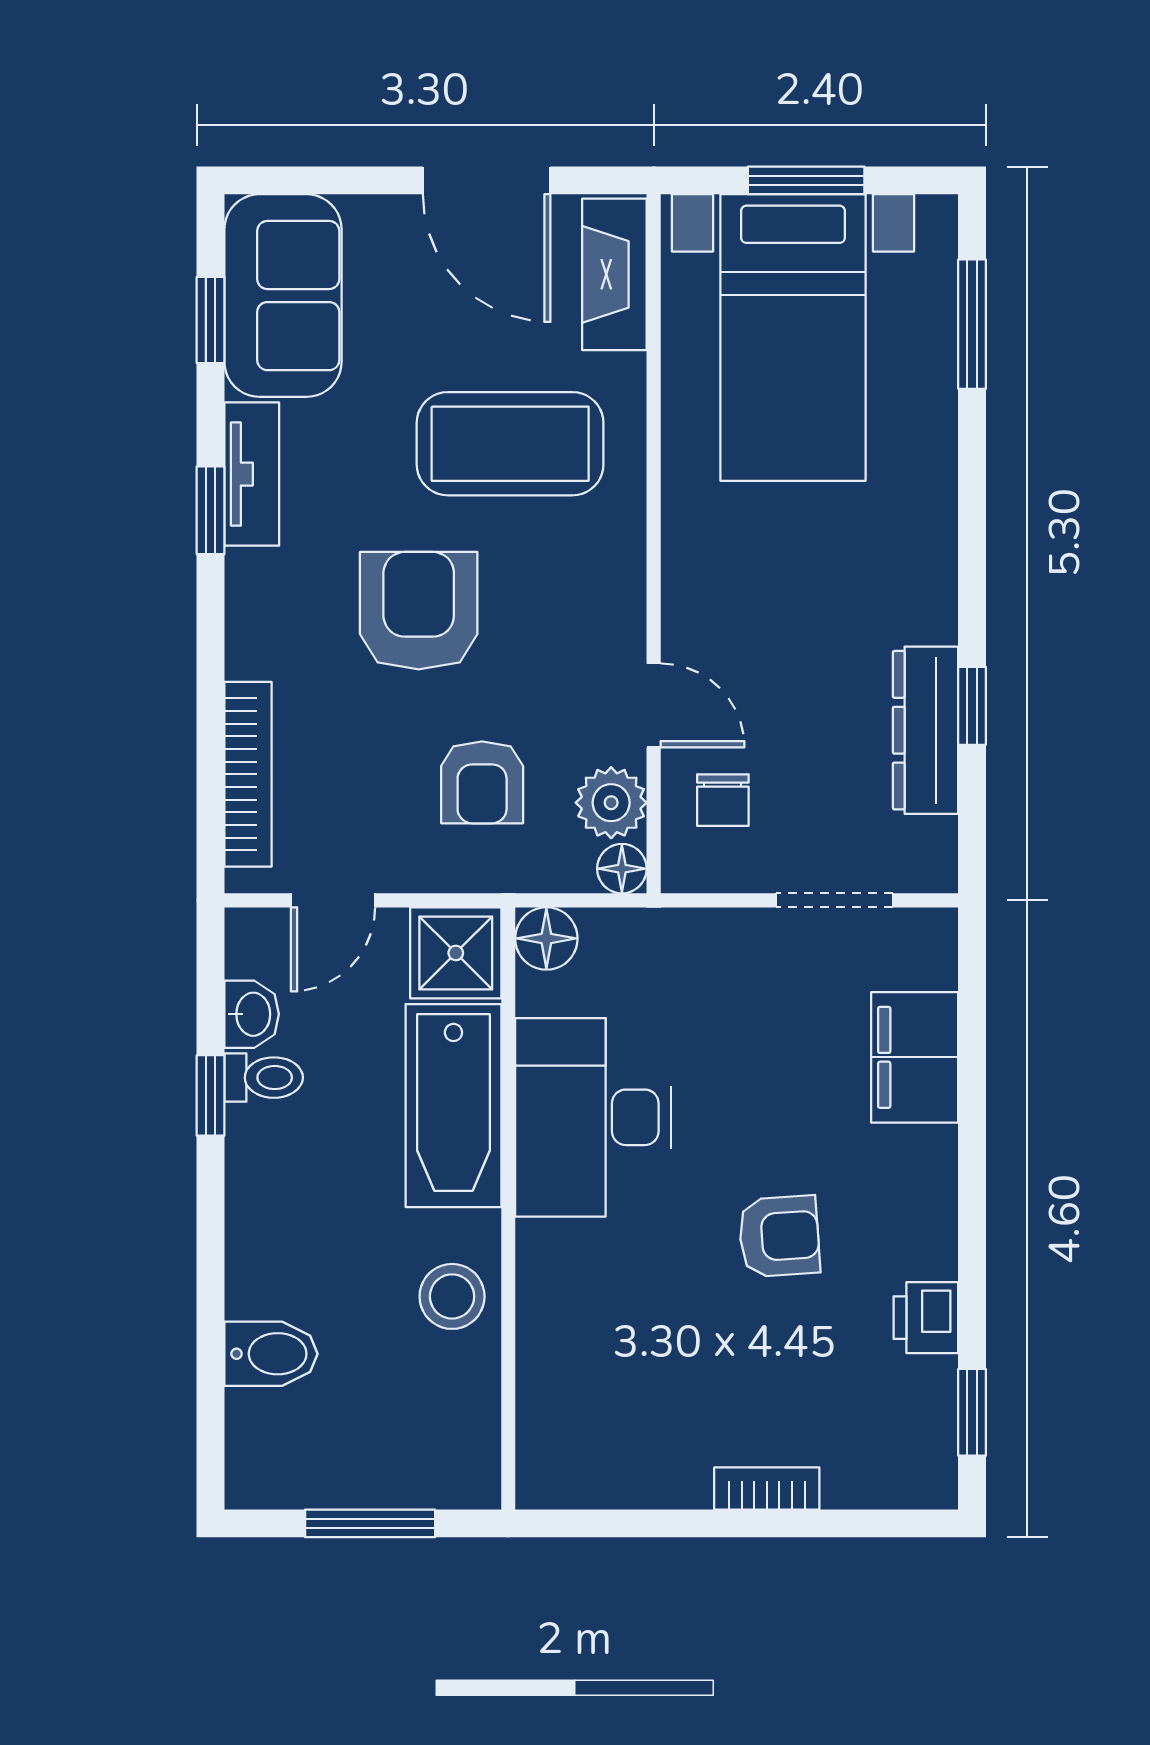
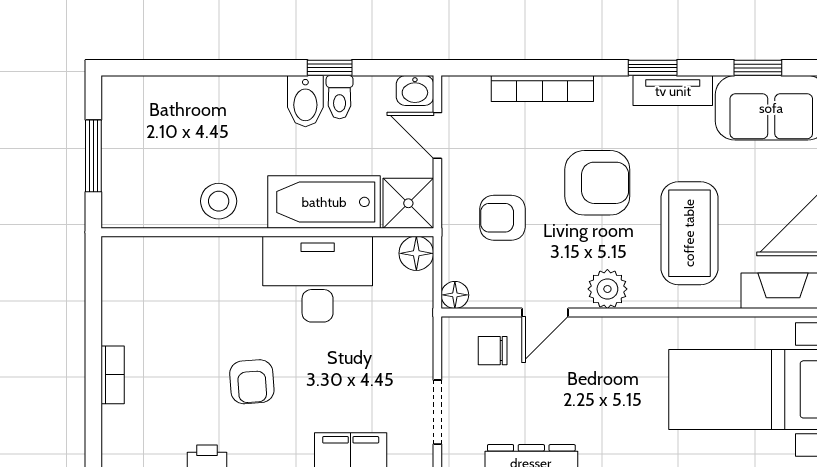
bookcase: (248, 774) -> (542, 89), moved
plant: (611, 803) -> (607, 289), moved
washbasin: (252, 1014) -> (415, 91), moved
bidet: (271, 1354) -> (305, 101), moved

